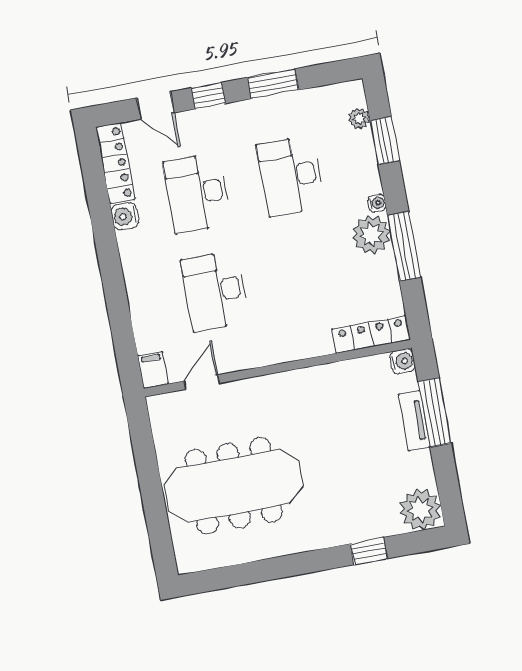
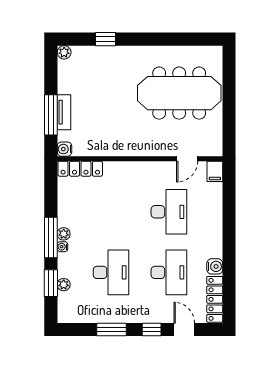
plant: (359, 118) -> (64, 285), moved
plant: (371, 235) -> (64, 234), width x0.53, depth x0.53
window: (404, 246) -> (51, 238), moved
plant: (420, 510) -> (64, 52), width x0.53, depth x0.53

